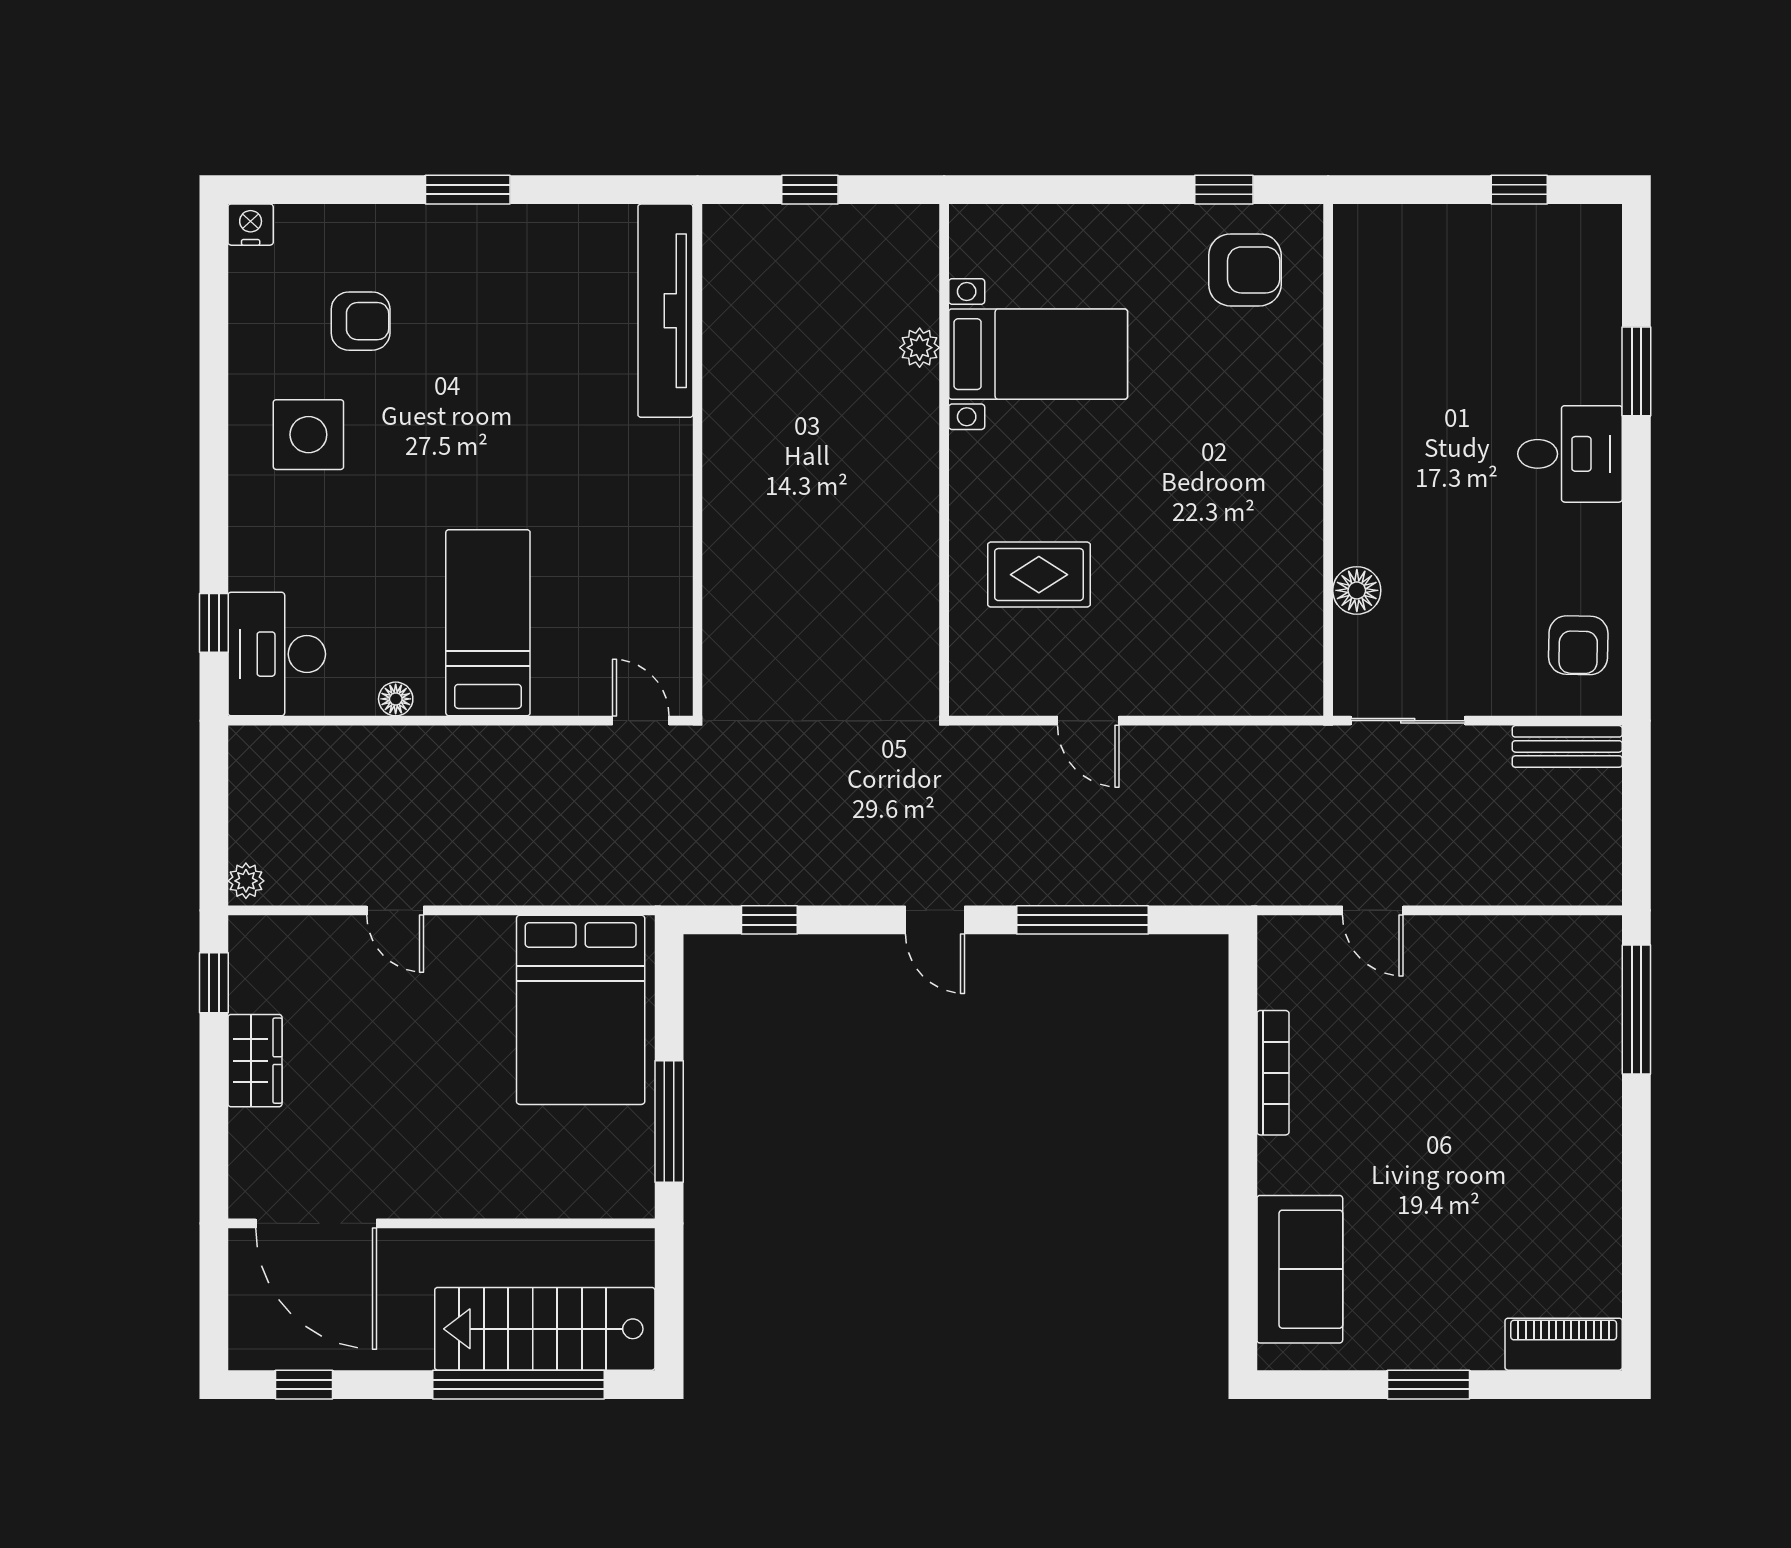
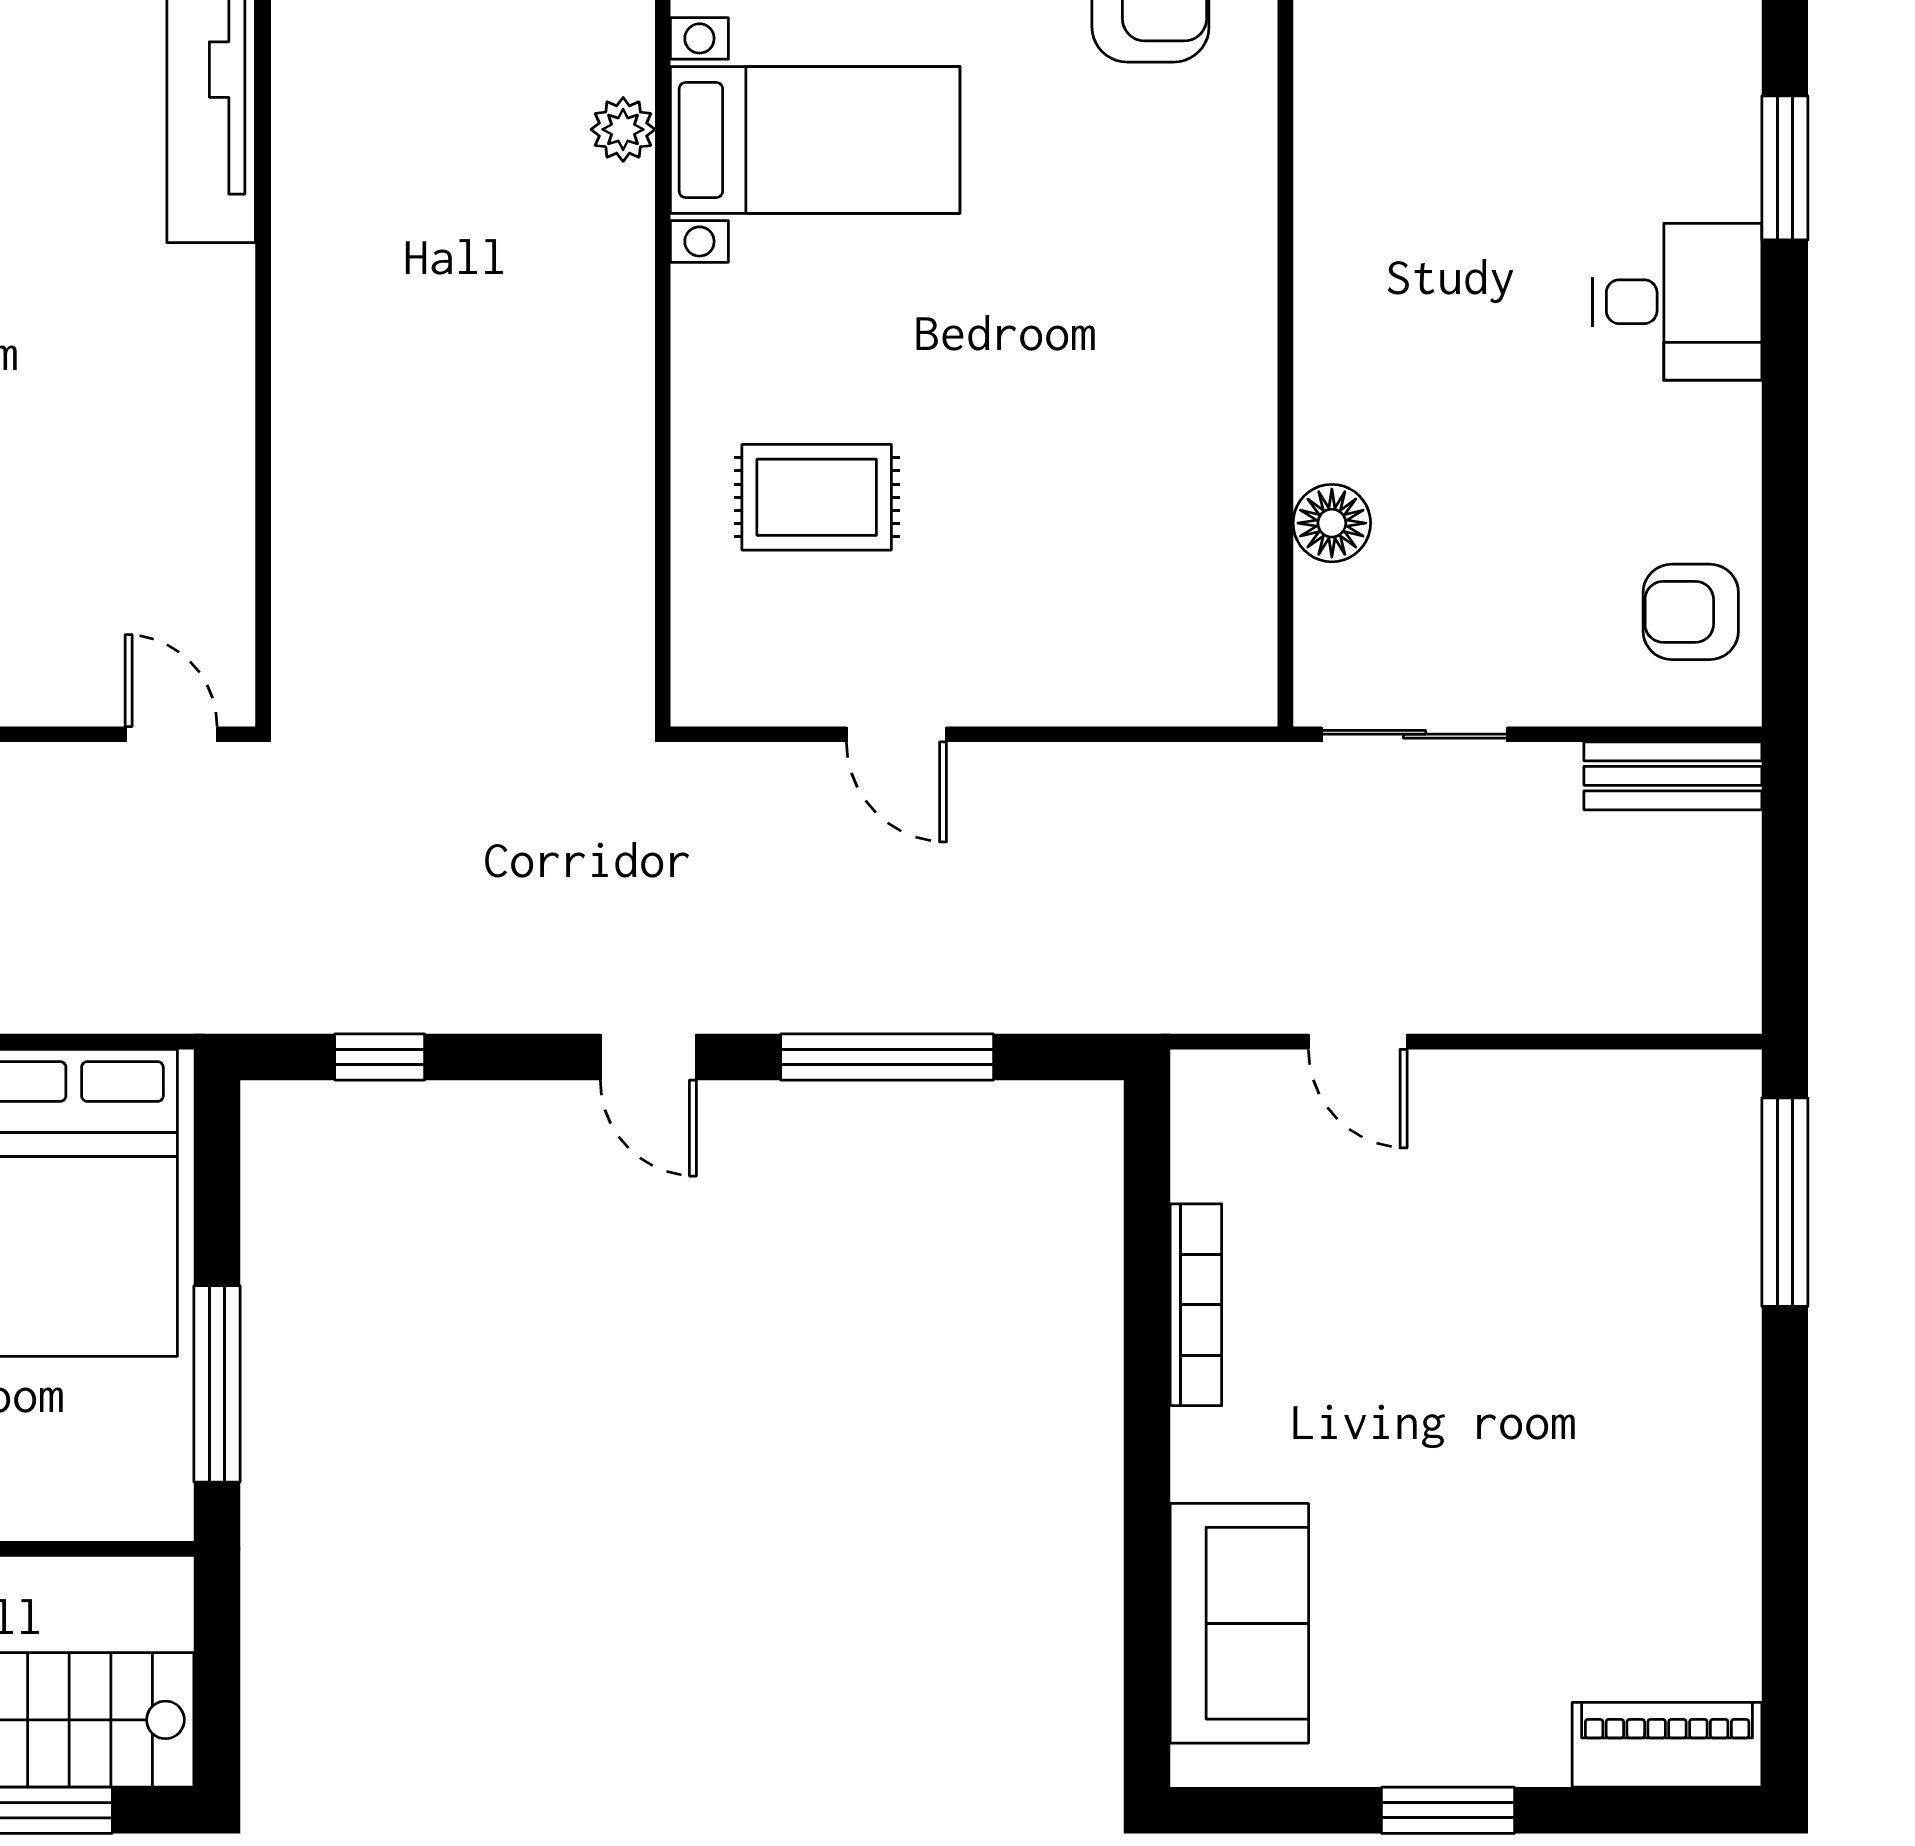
armchair: (1578, 645) -> (1691, 612), turned 89

